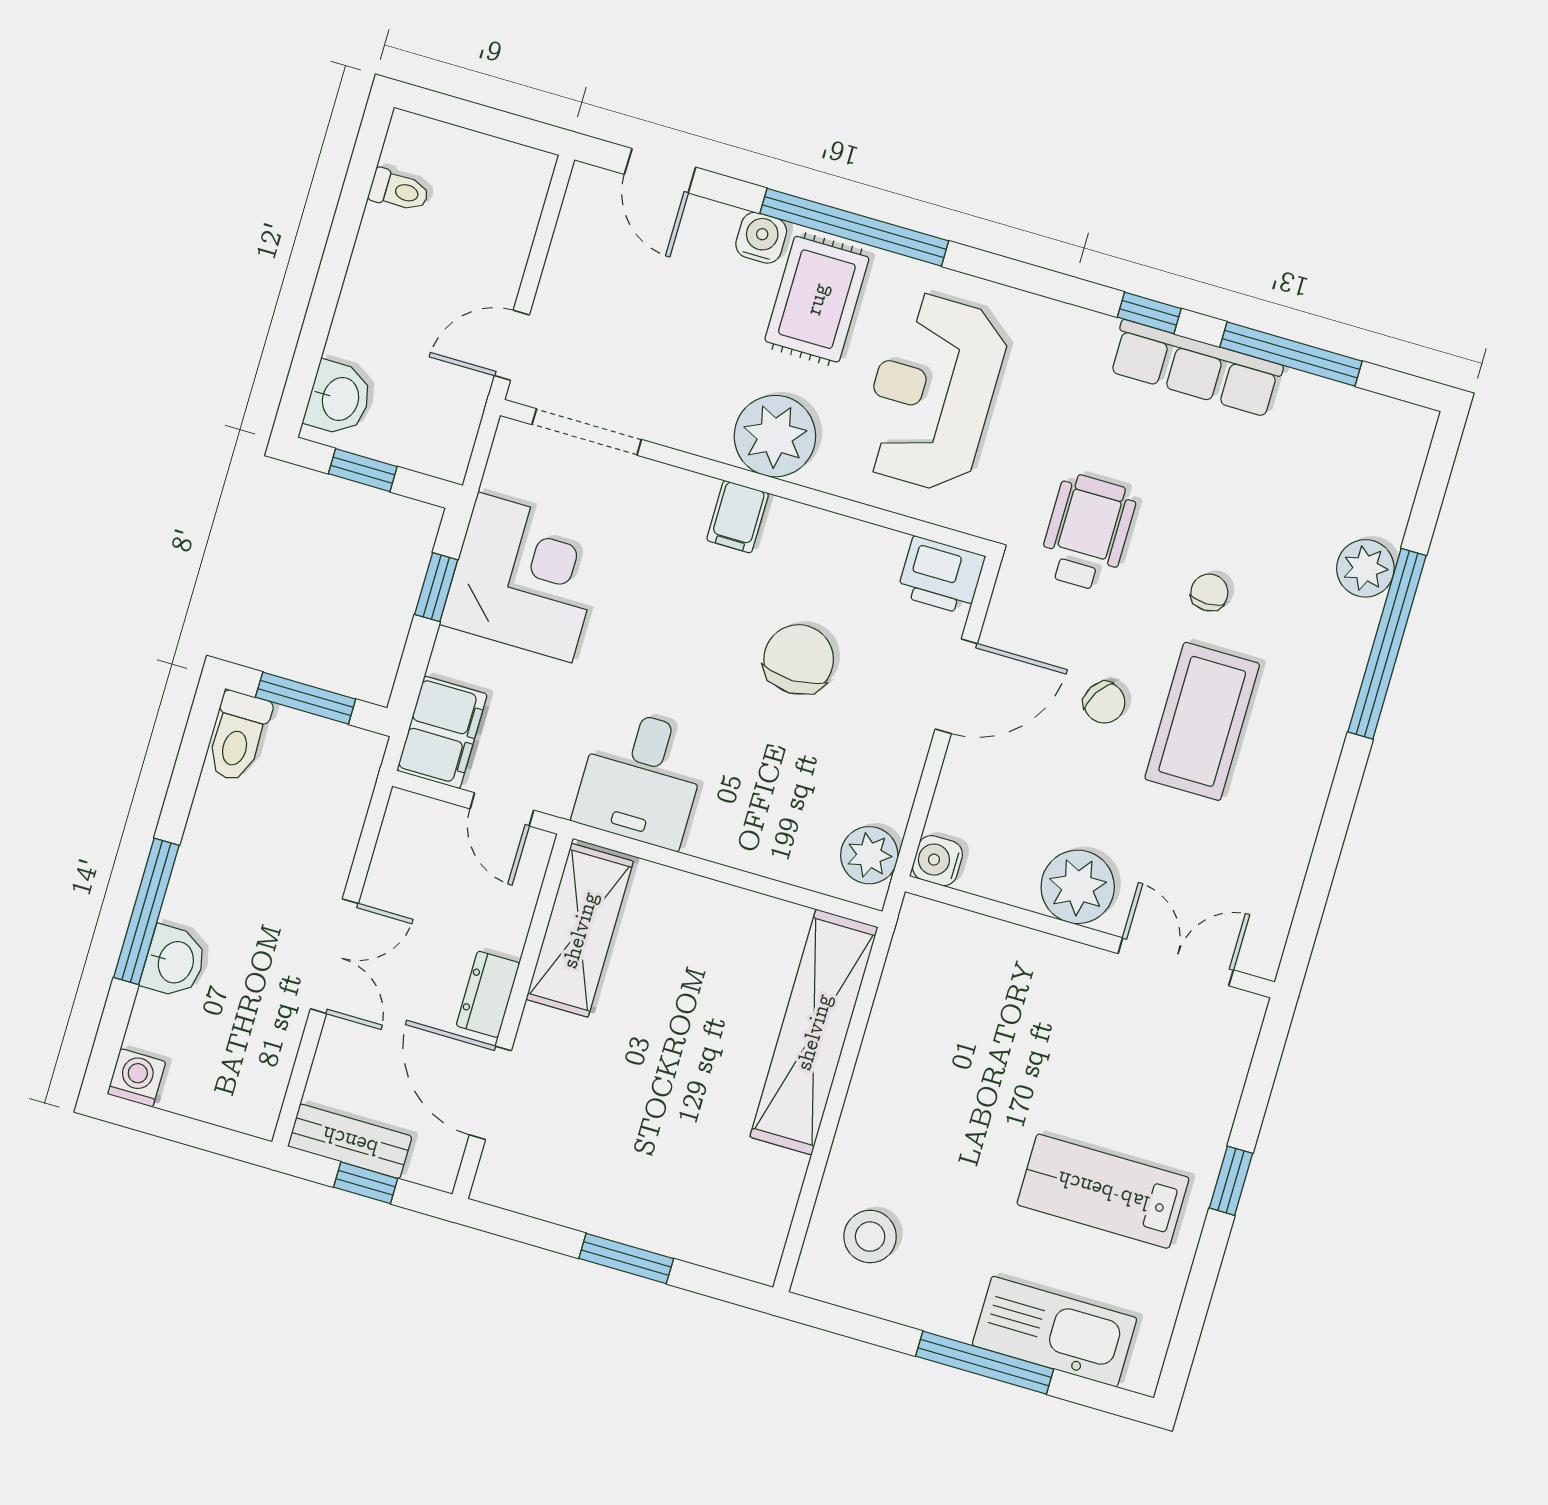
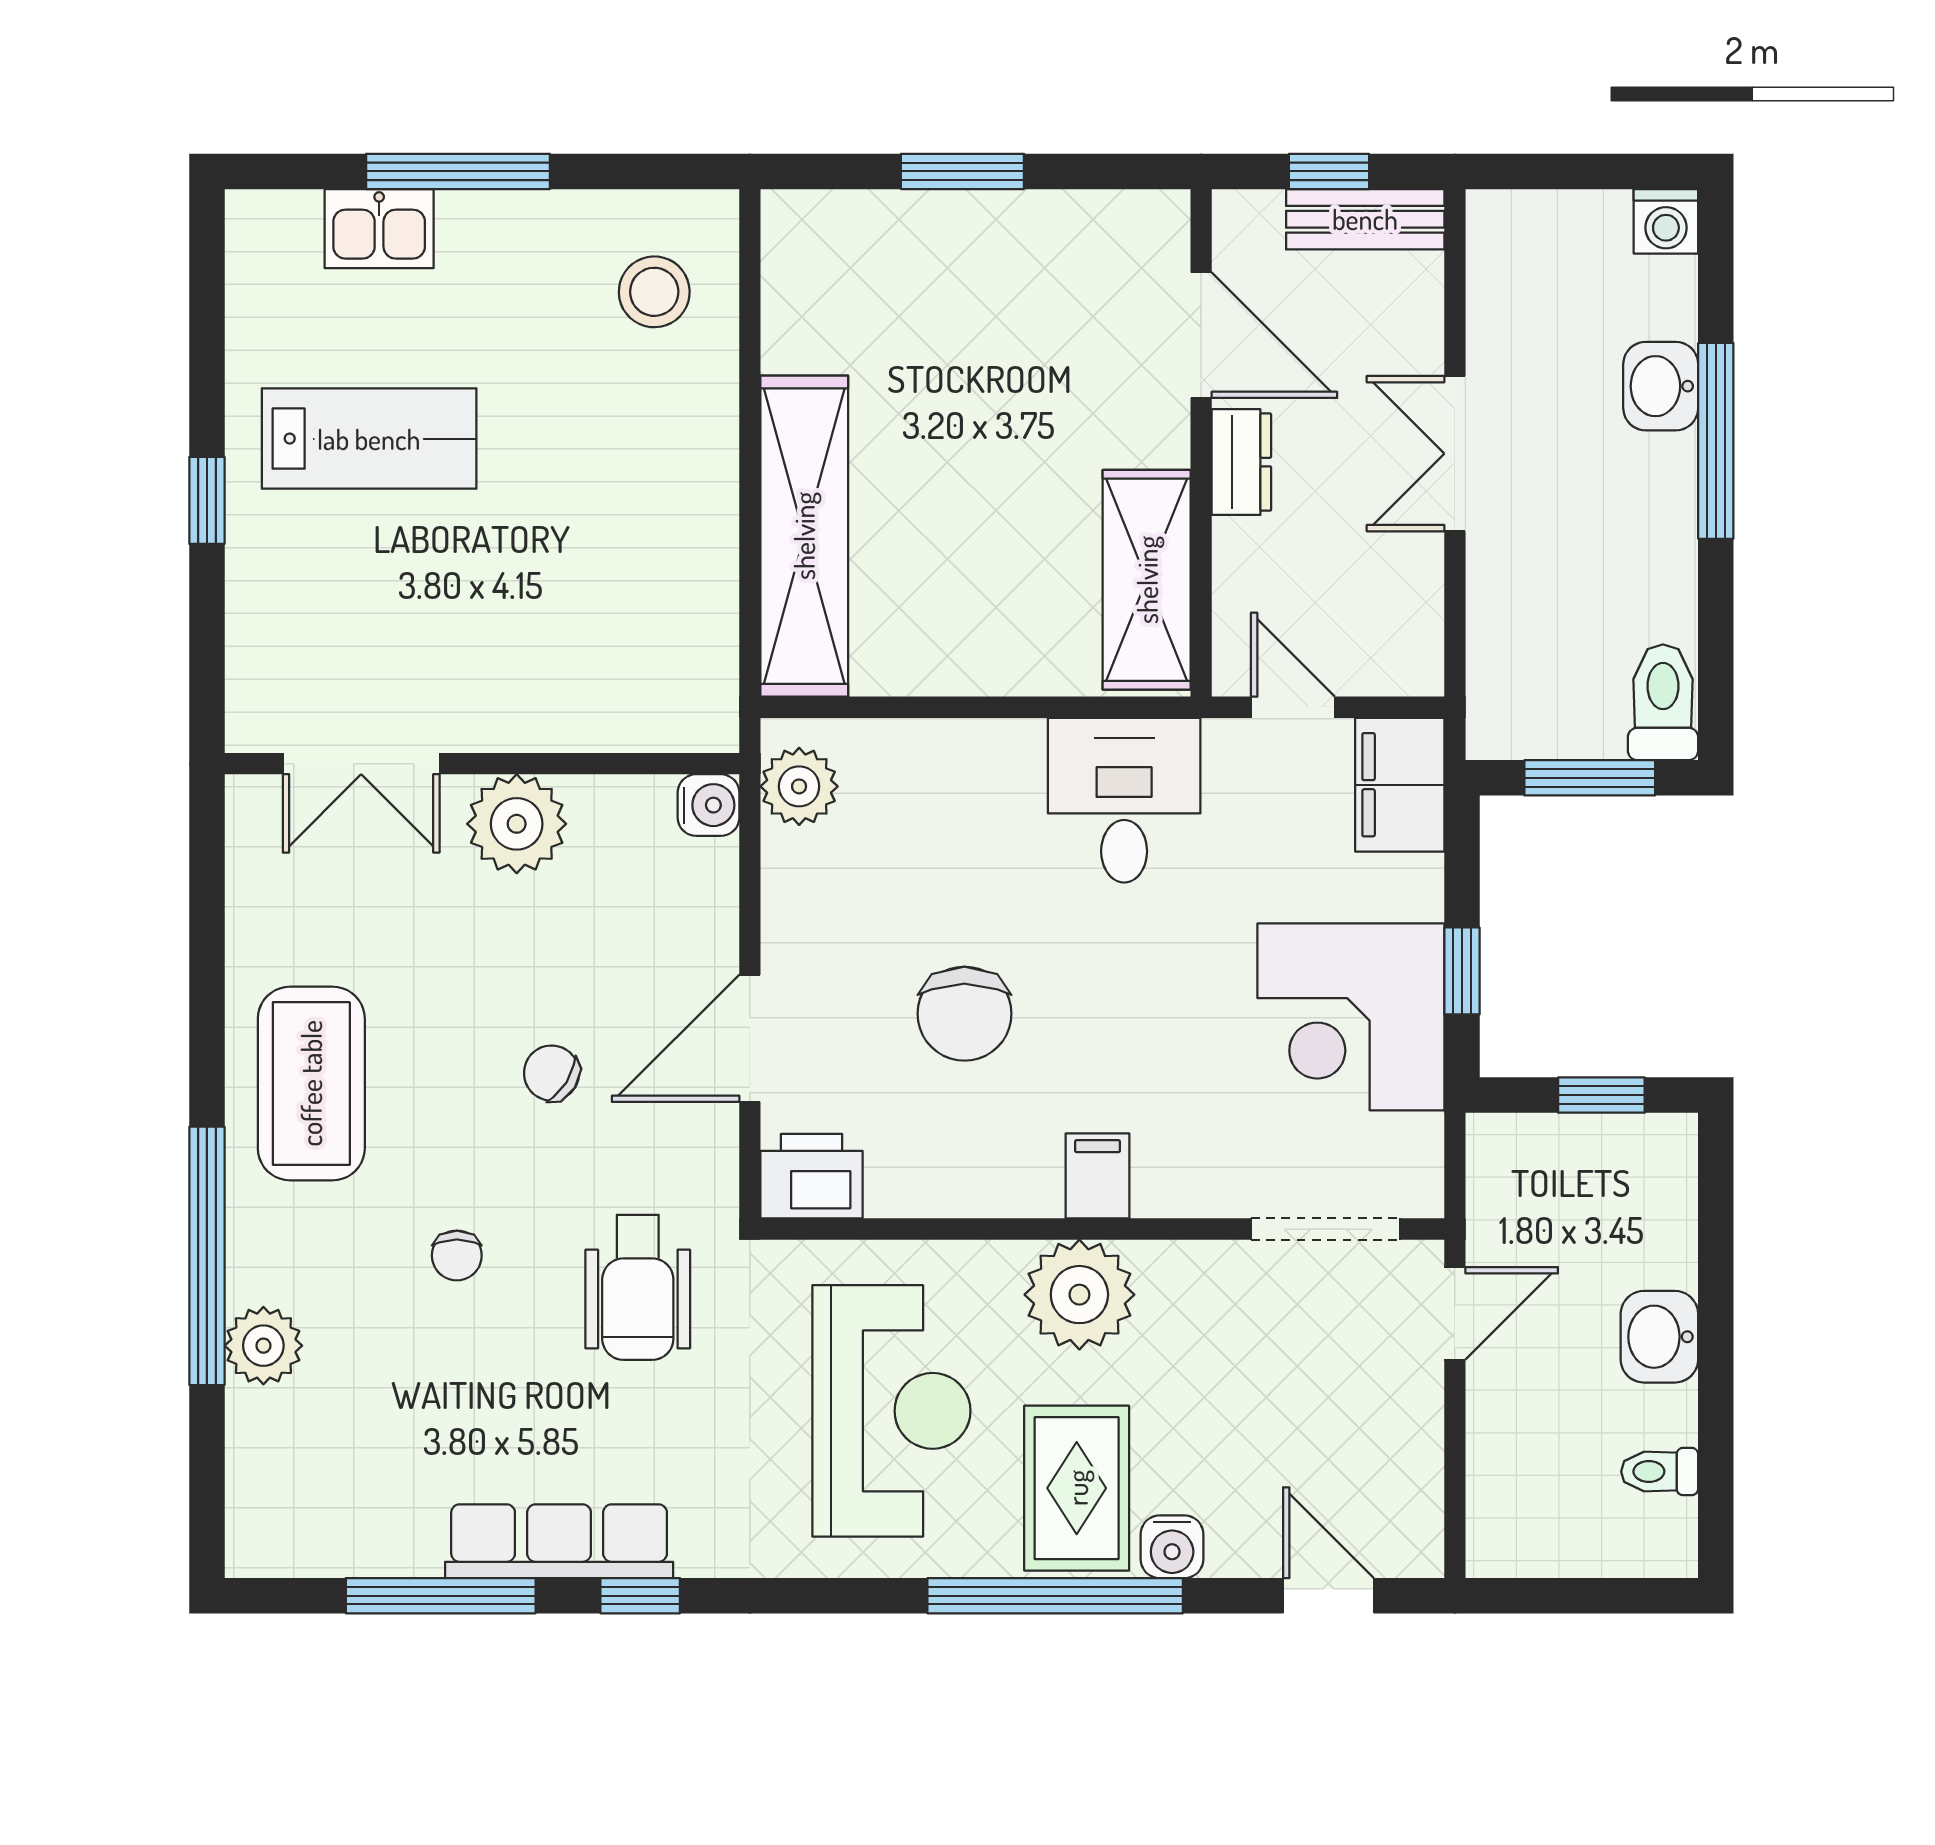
washbasin: (339, 399) -> (1659, 1337), moved
coffee table: (1202, 721) -> (311, 1083), moved
kitchen sink: (1055, 1332) -> (379, 229), width x0.53, depth x0.81

